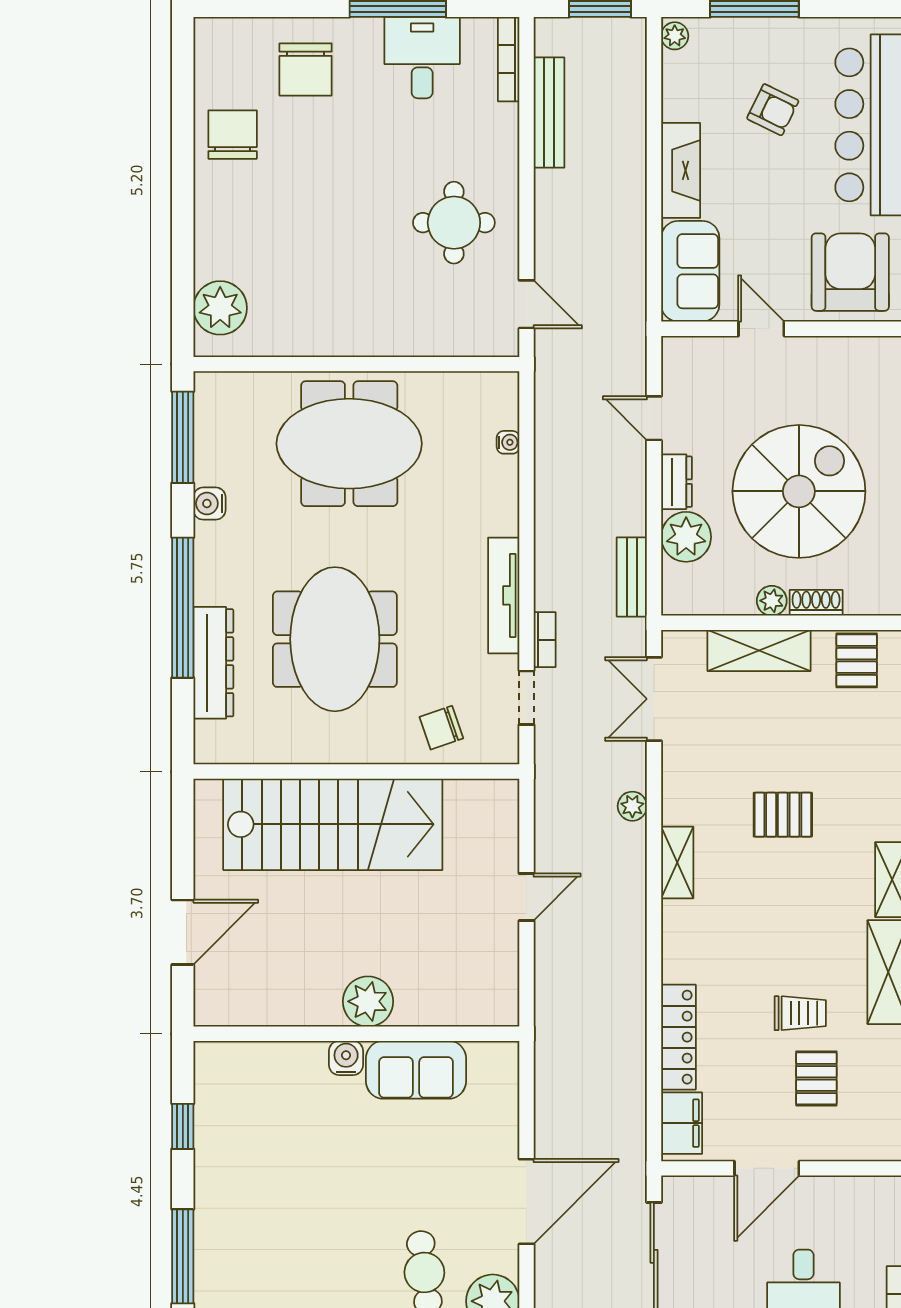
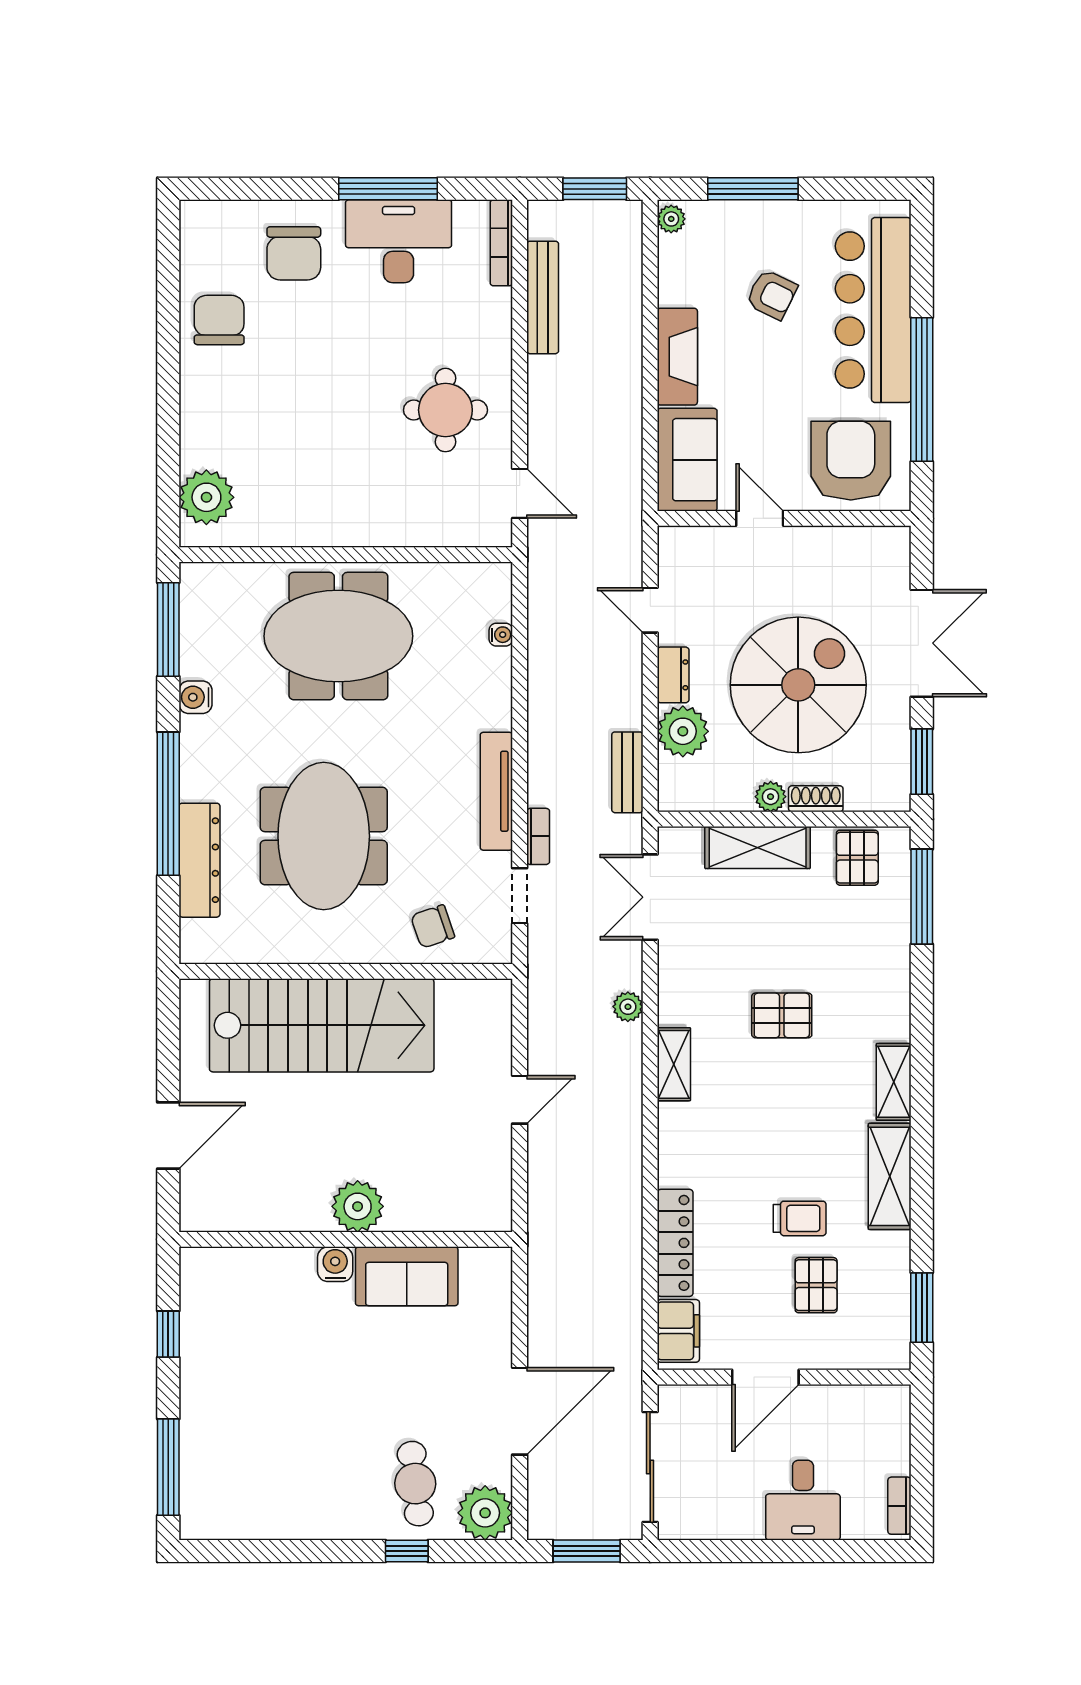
desk: (422, 58) -> (399, 241), width x1.37

